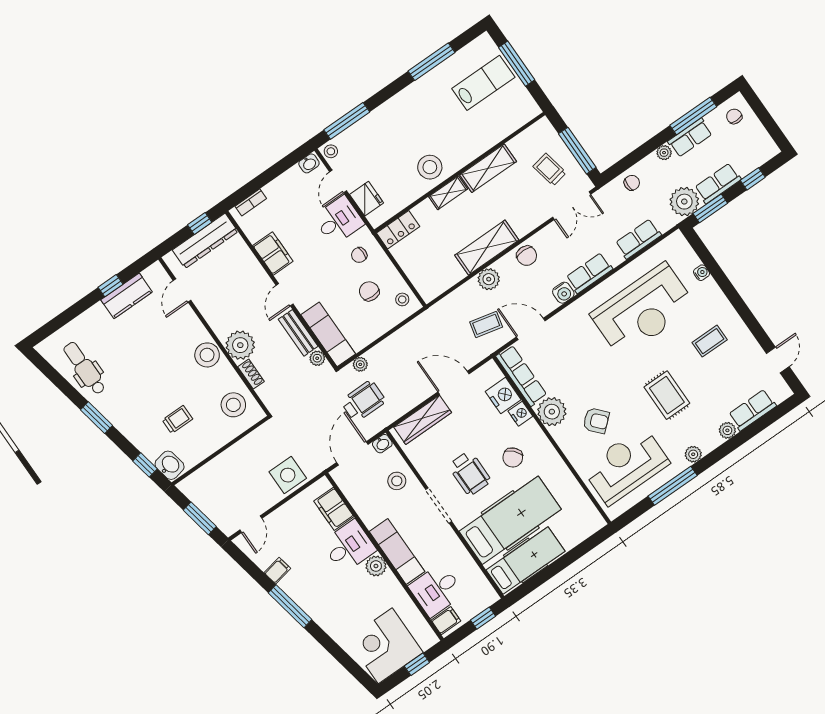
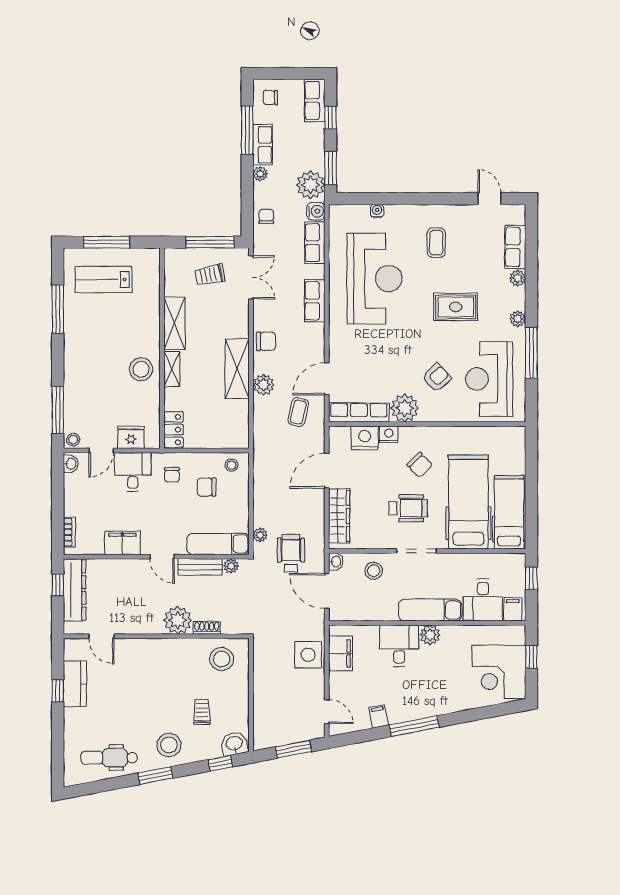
lab bench: (483, 83) -> (104, 279), turned -90
door: (338, 181) -> (101, 451), hinge flipped
row of seats: (718, 183) -> (315, 100), moved
water cooler: (563, 293) -> (316, 211), moved
stool: (207, 355) -> (169, 745), moved
filing cabinet: (334, 509) -> (340, 653), moved, turned -90

